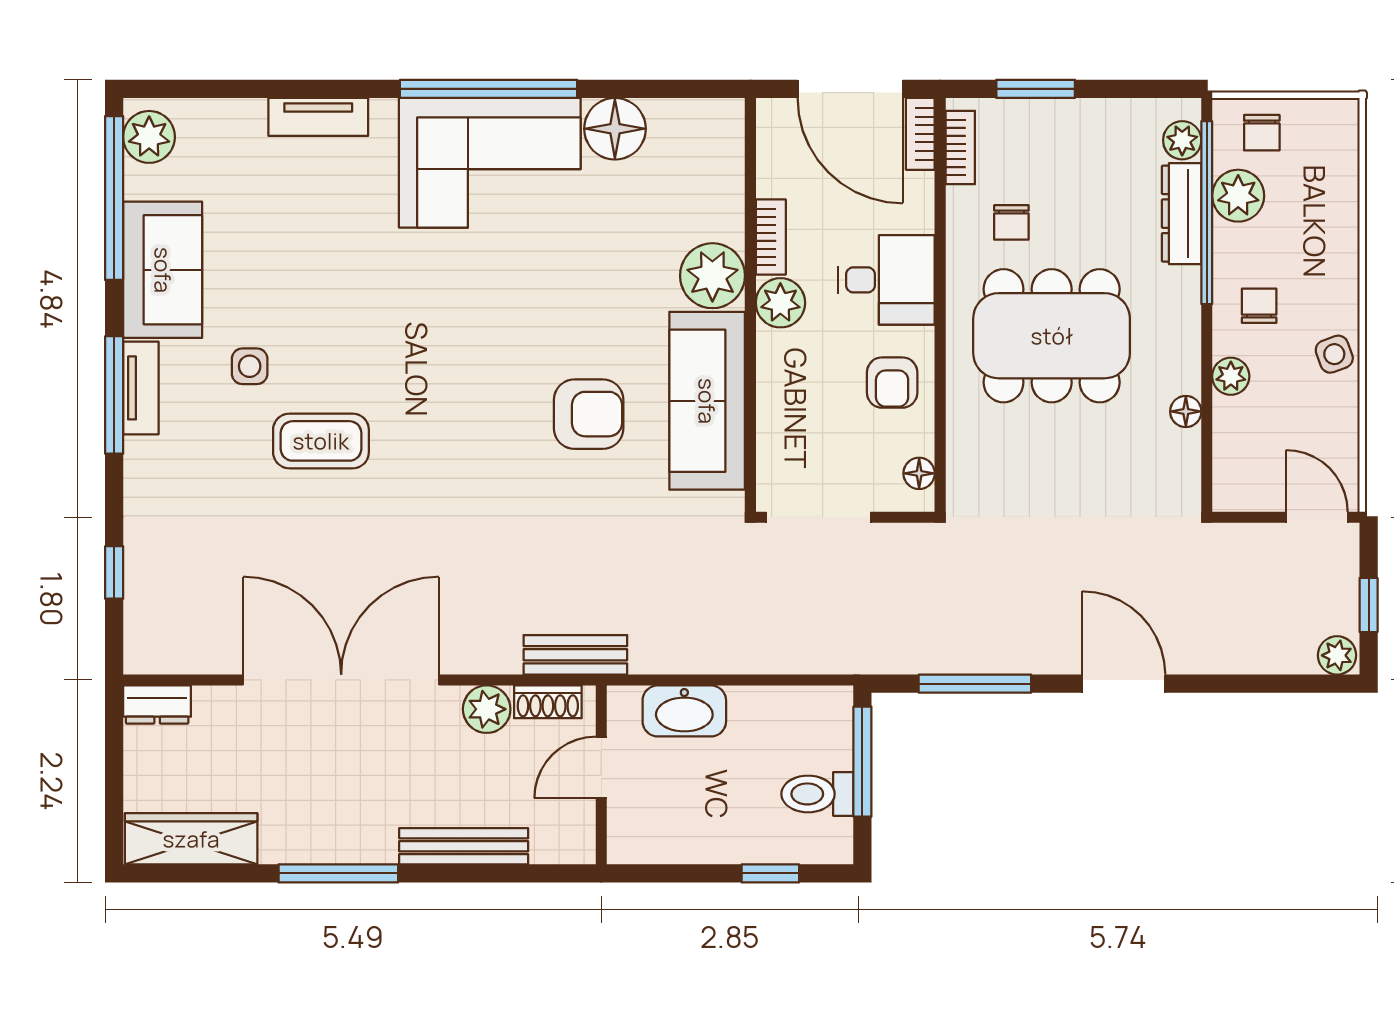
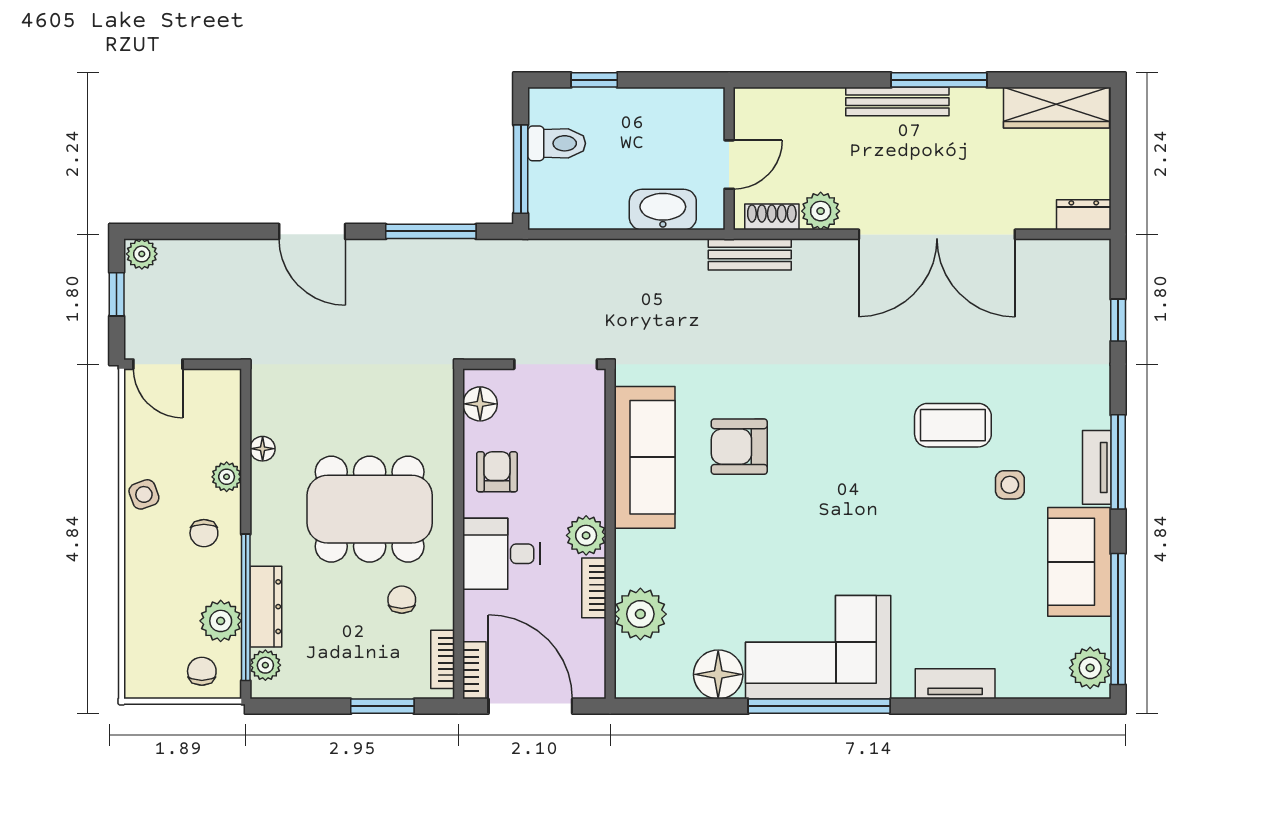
plant: (712, 276) -> (640, 614), moved
floor lamp: (919, 473) -> (480, 404), width x1.37, depth x1.37
bench: (464, 846) -> (897, 102), moved

